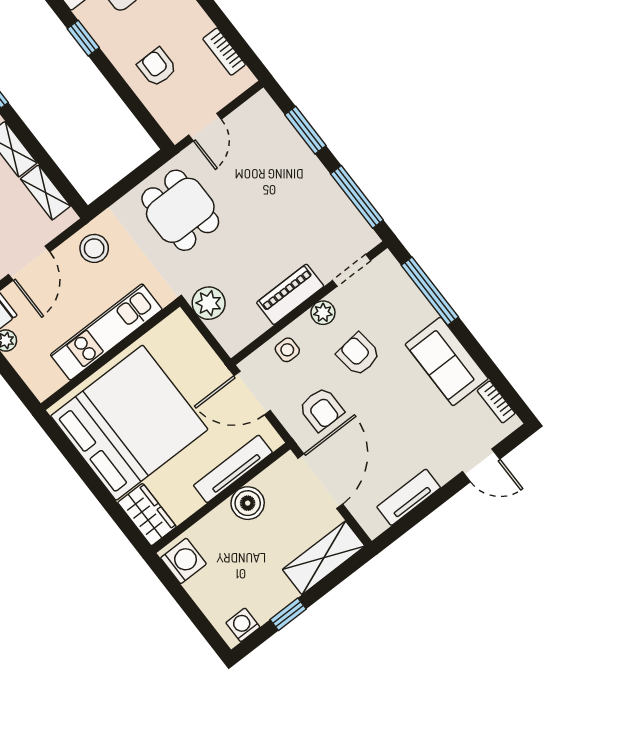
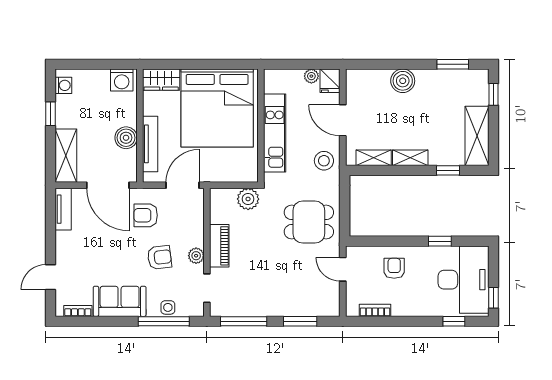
armchair: (157, 67) -> (394, 268), turned -90
side table: (287, 350) -> (168, 307), moved
tv unit: (409, 497) -> (63, 209), moved

